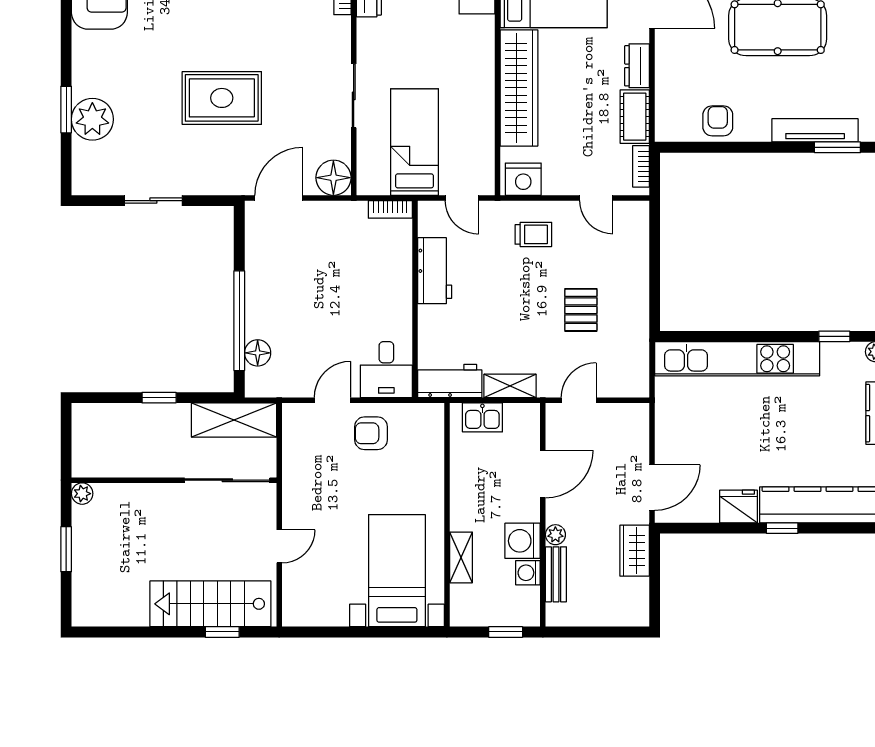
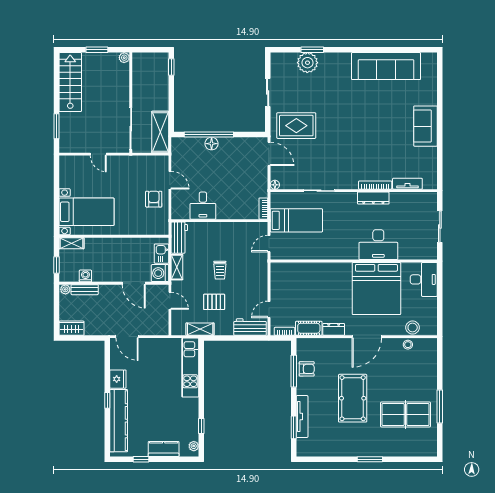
wardrobe: (519, 88) -> (323, 272), removed
rug: (222, 98) -> (296, 126), moved, turned 90
window: (722, 147) -> (294, 371), added
floor lamp: (333, 178) -> (275, 185), width x0.53, depth x0.53
nightstand: (523, 179) -> (278, 274), removed
trolley: (533, 234) -> (220, 270), moved
workbench: (435, 271) -> (250, 327), moved, turned 180
shelving: (637, 339) -> (200, 329), added
floor lamp: (258, 353) -> (212, 144), moved
kitchen unit: (737, 359) -> (190, 368), width x0.73
desk: (386, 370) -> (203, 206), moved, turned -90
window: (159, 398) -> (171, 67), moved
plant: (555, 535) -> (65, 289), moved
washing machine: (523, 541) -> (160, 273), moved, turned -90
wardrobe: (635, 551) -> (71, 328), moved
shelving: (461, 557) -> (71, 243), moved
stairs: (210, 604) -> (70, 82), moved
window: (222, 632) -> (56, 126), width x1.50

